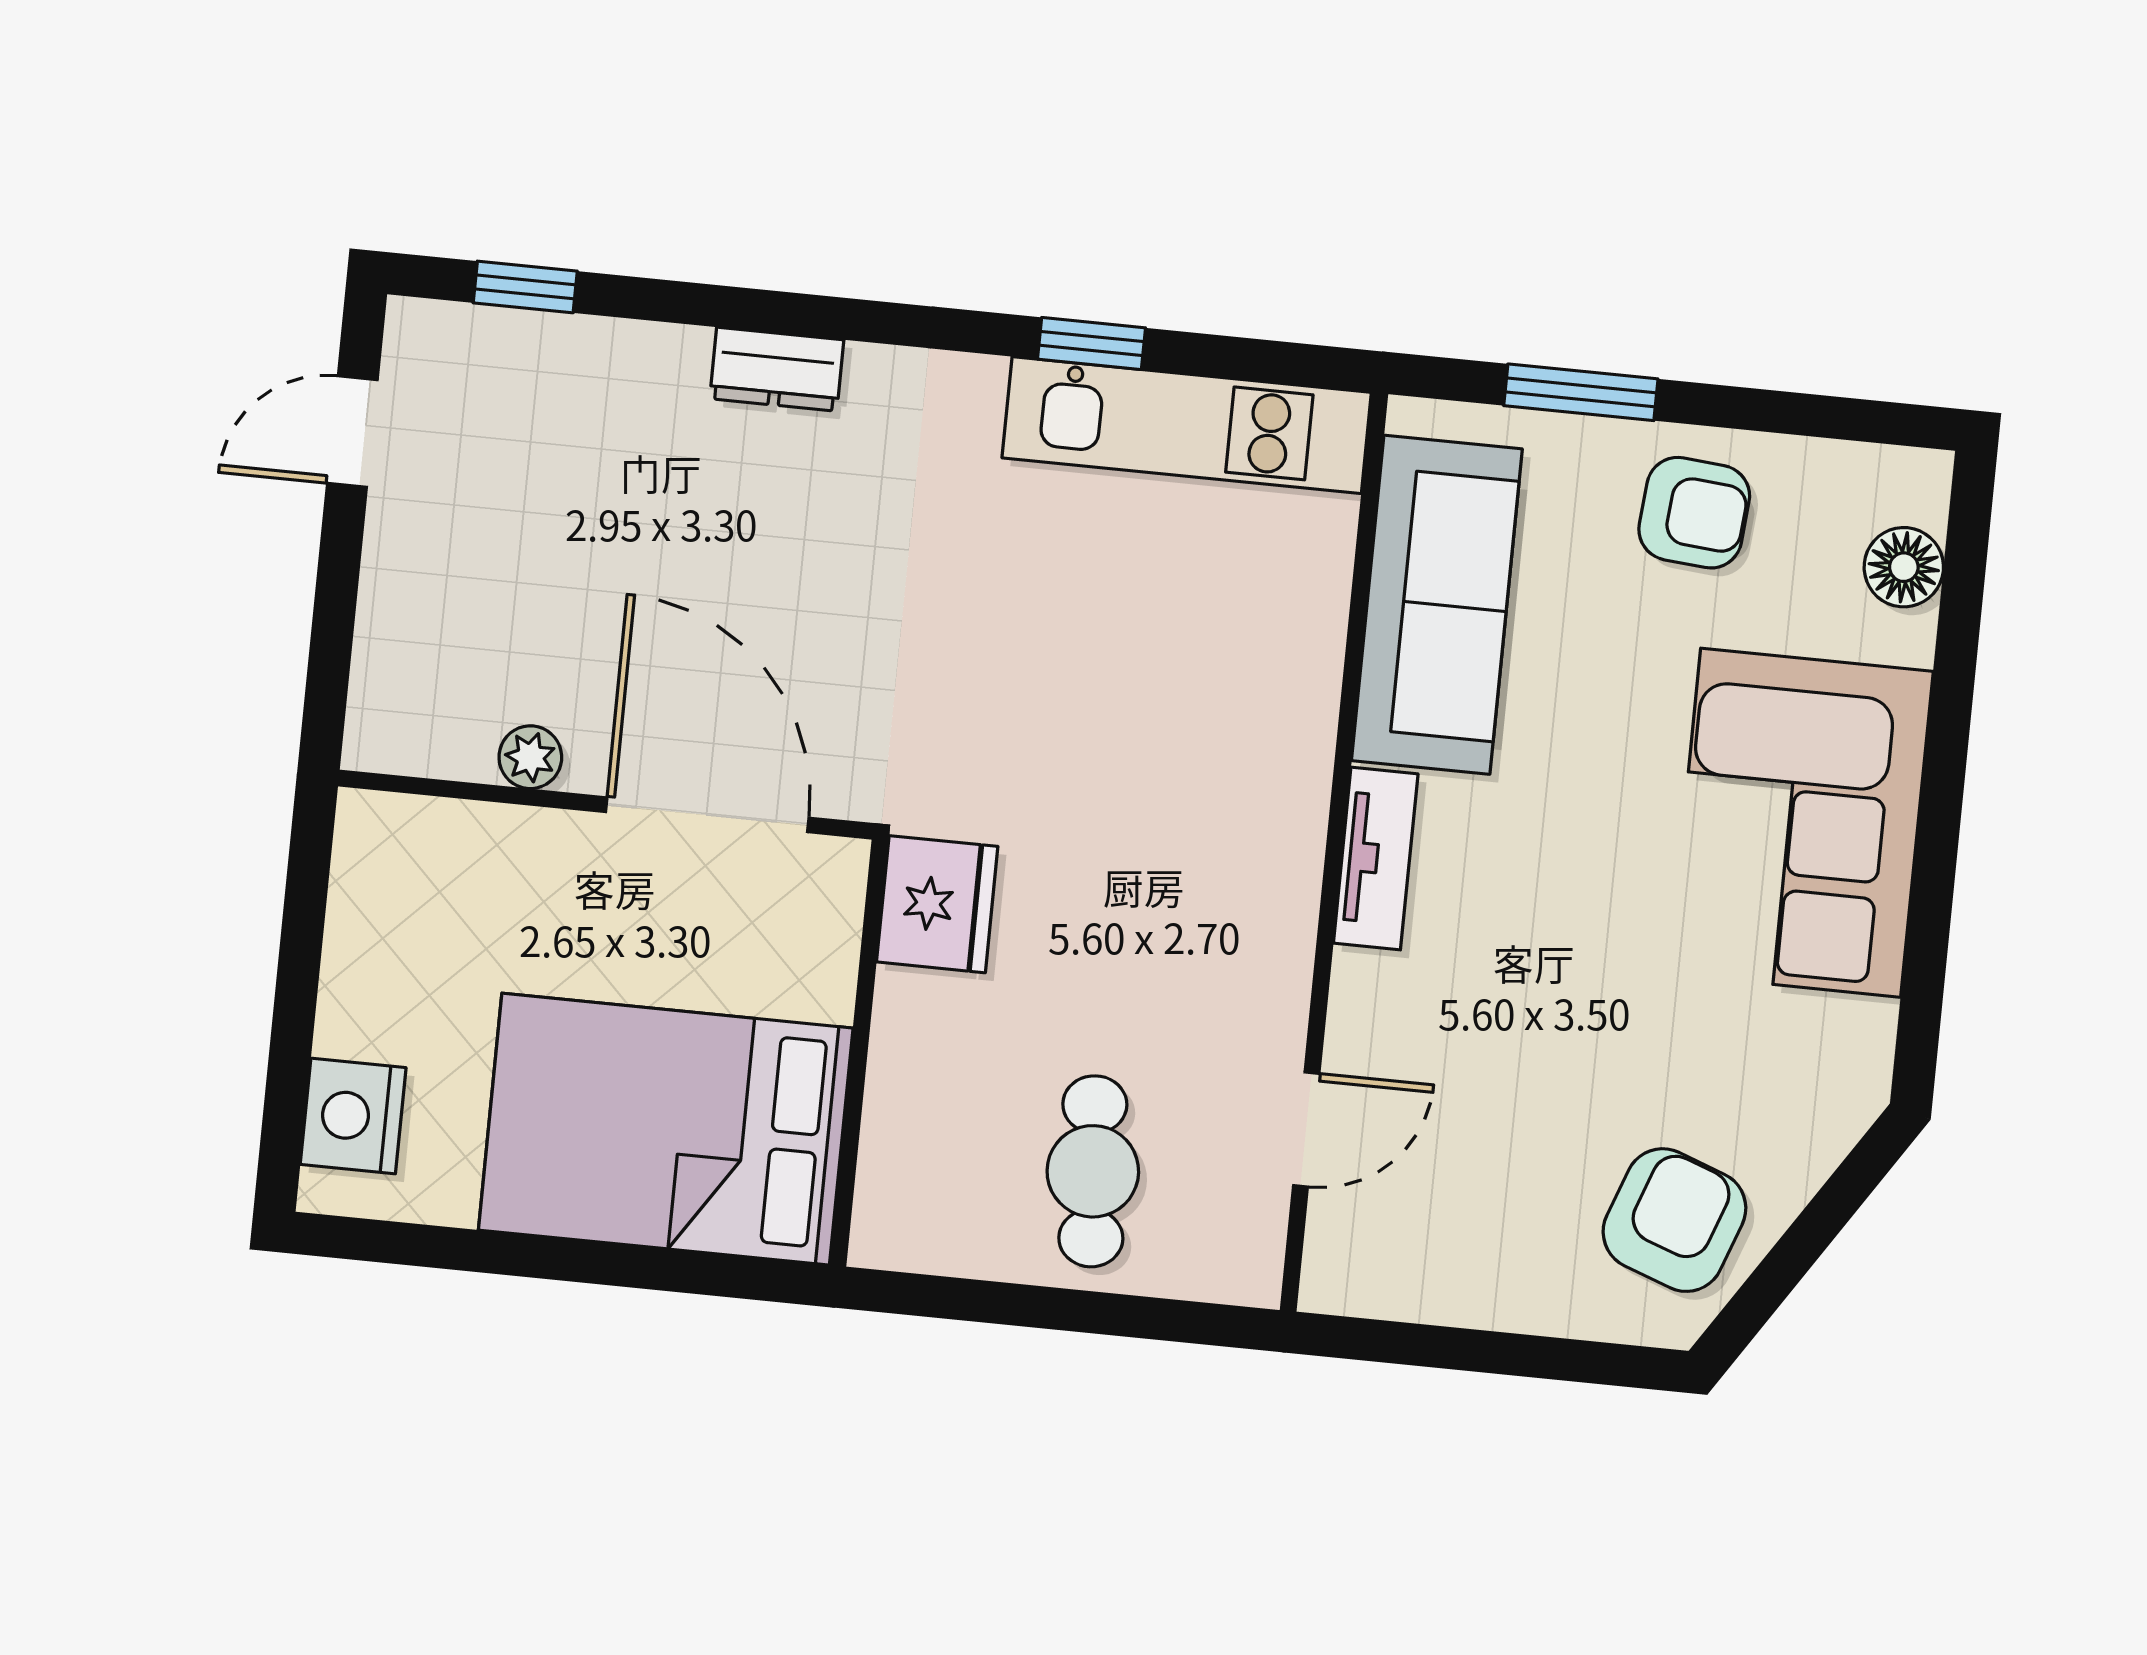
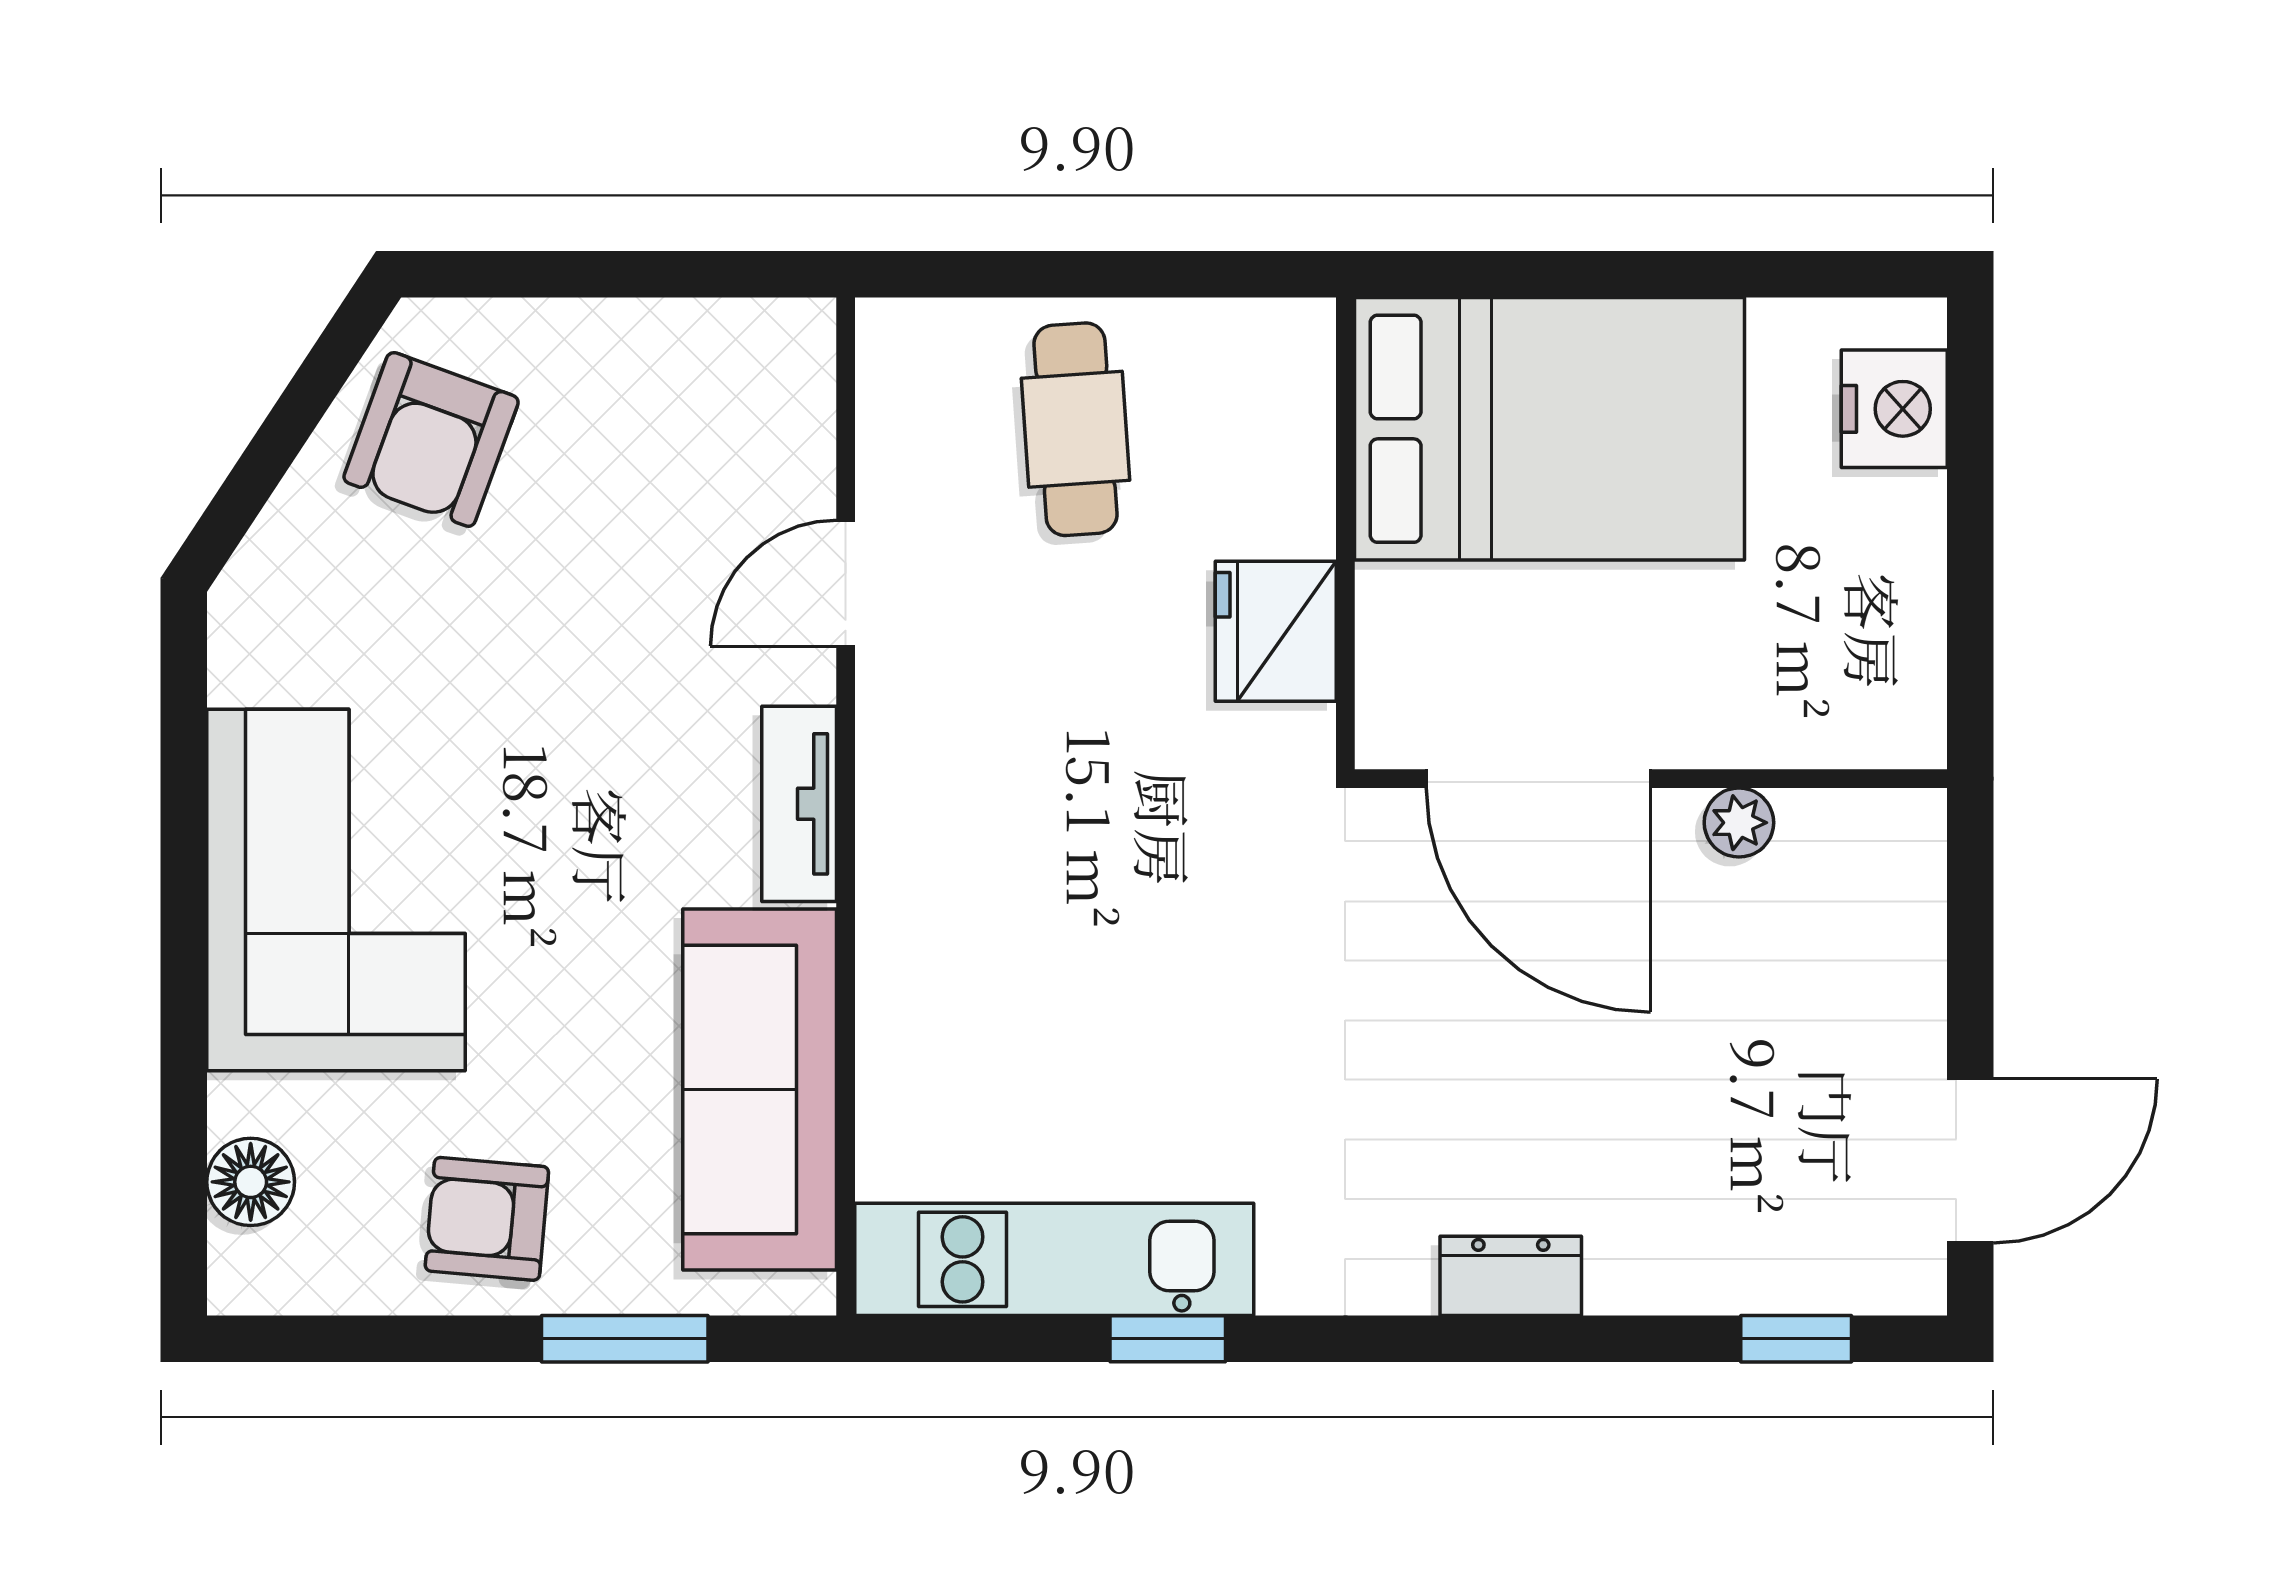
door: (352, 432) -> (1970, 1161), width x1.38
fridge: (937, 904) -> (1276, 631), moved
door: (1306, 1129) -> (846, 583), moved

